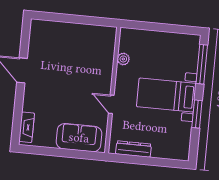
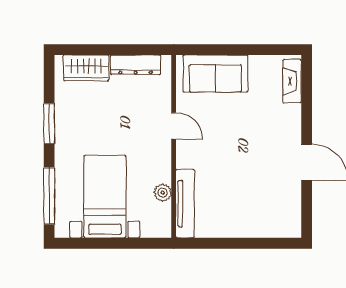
tv unit: (109, 50) -> (185, 204), added
bed with nightstands: (166, 95) -> (105, 197), moved, turned -90
wardrobe: (168, 150) -> (86, 68), added

